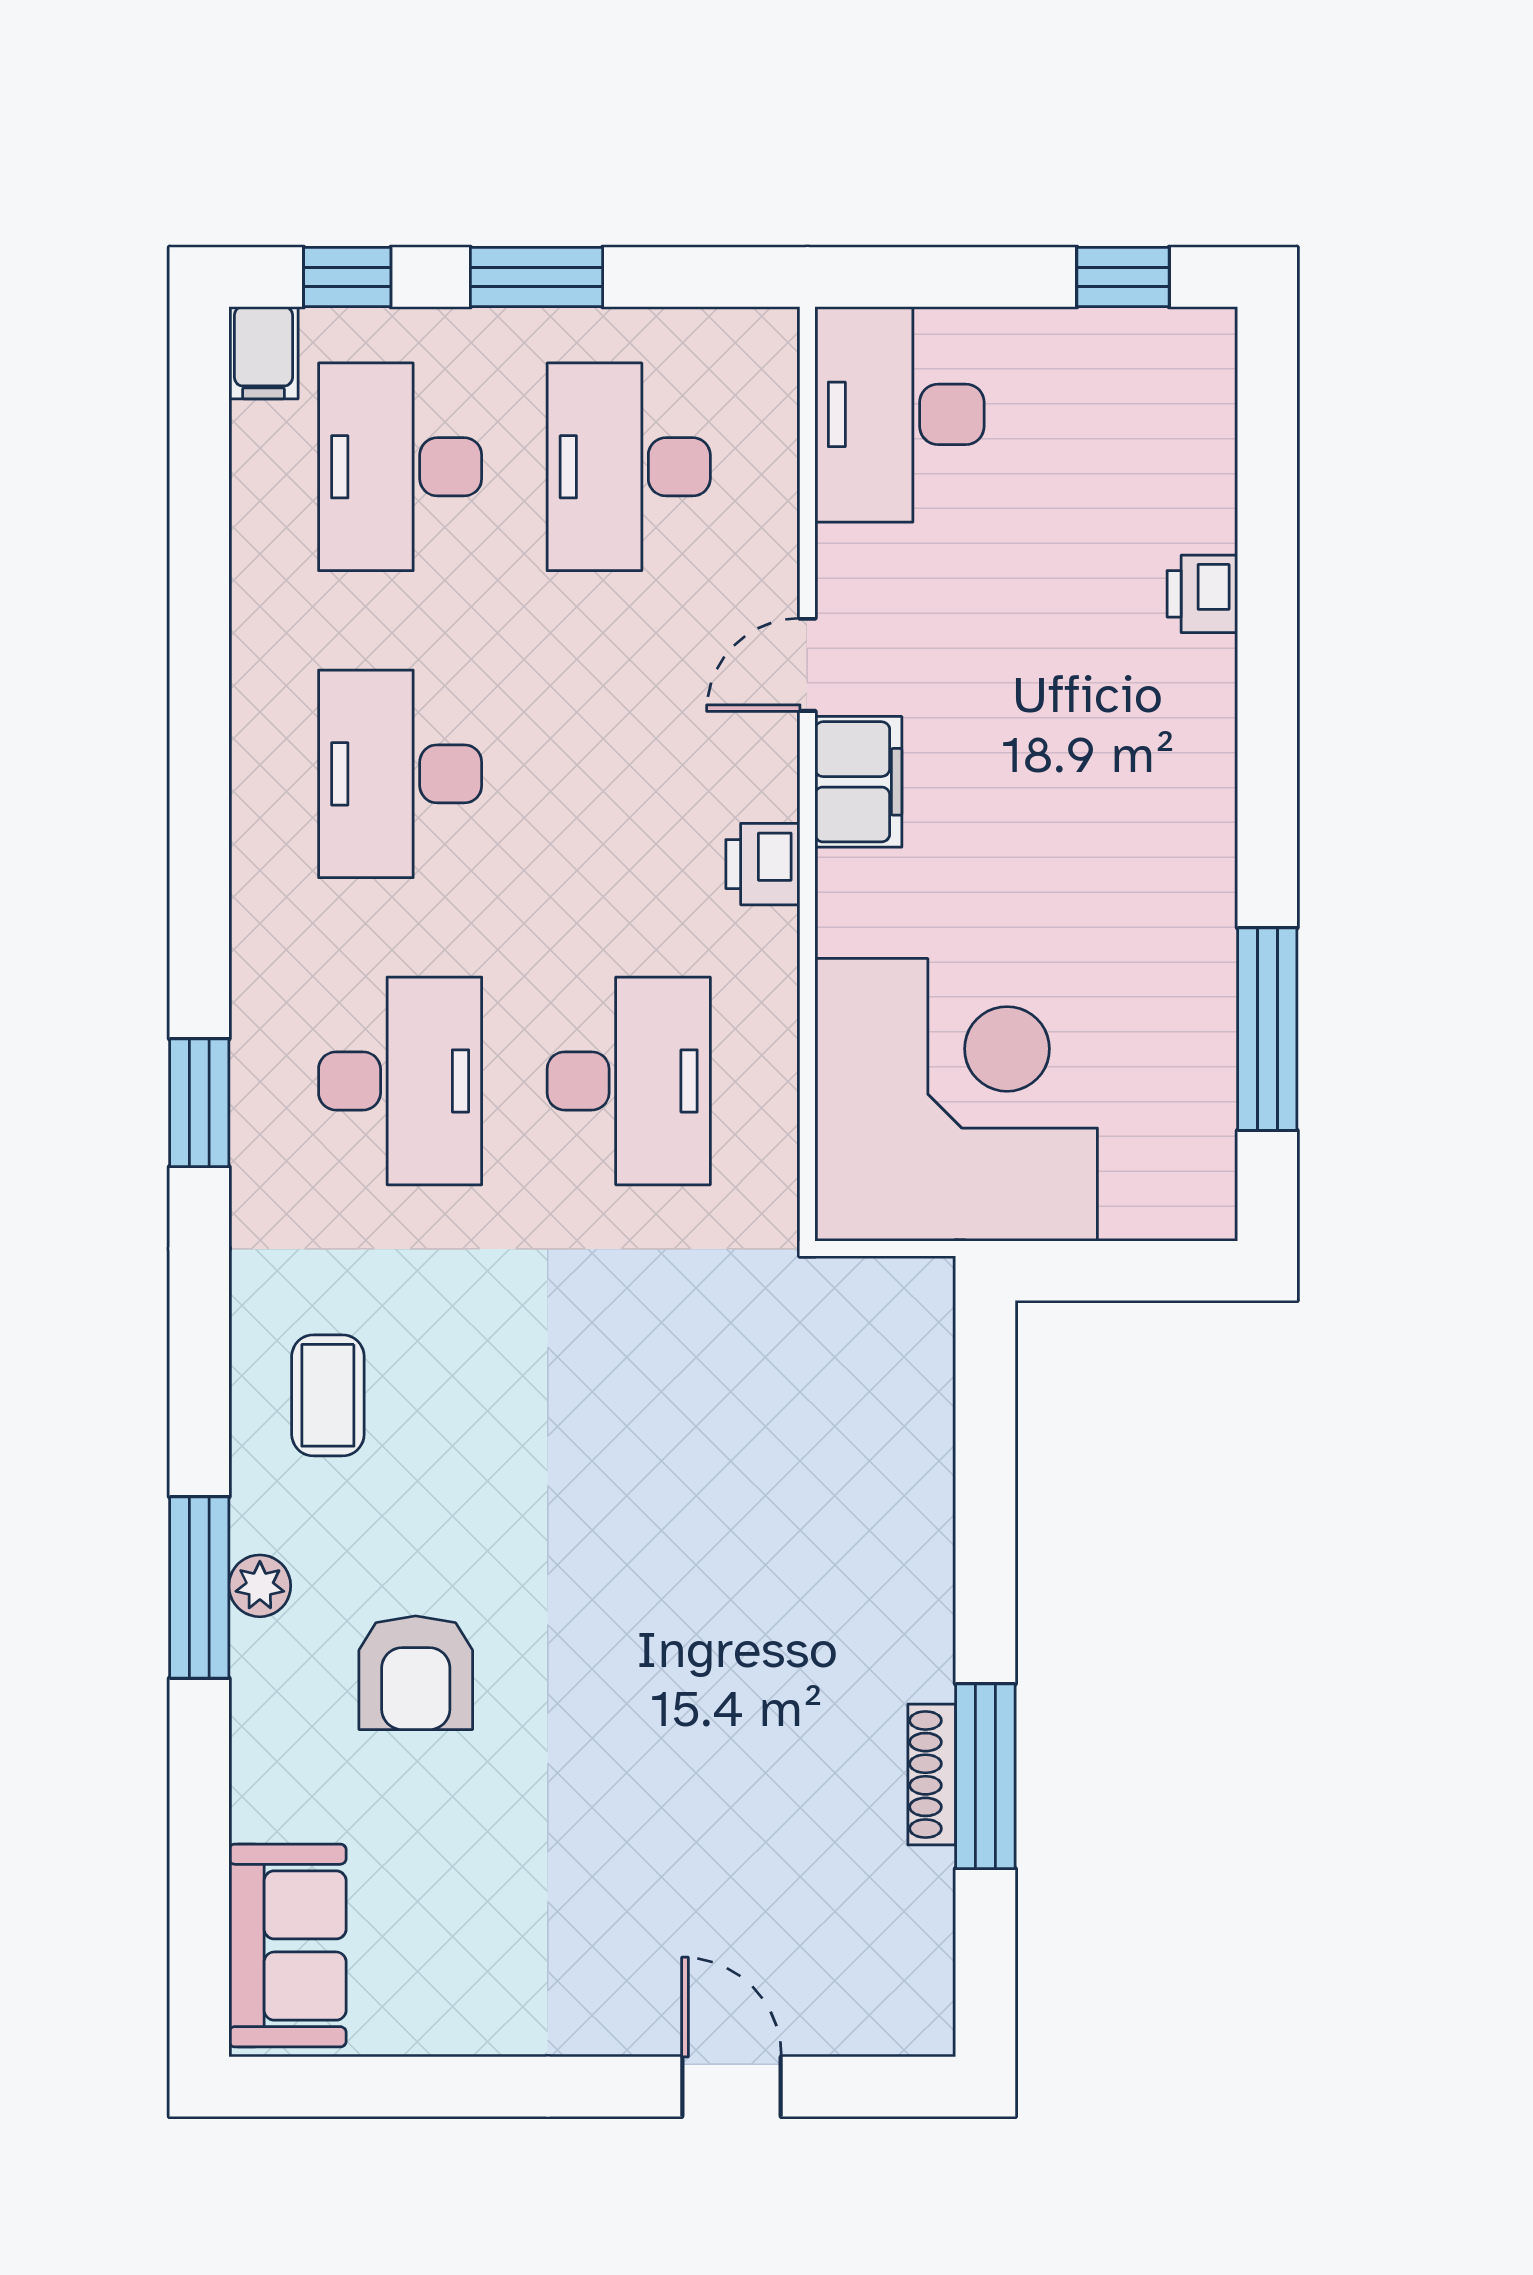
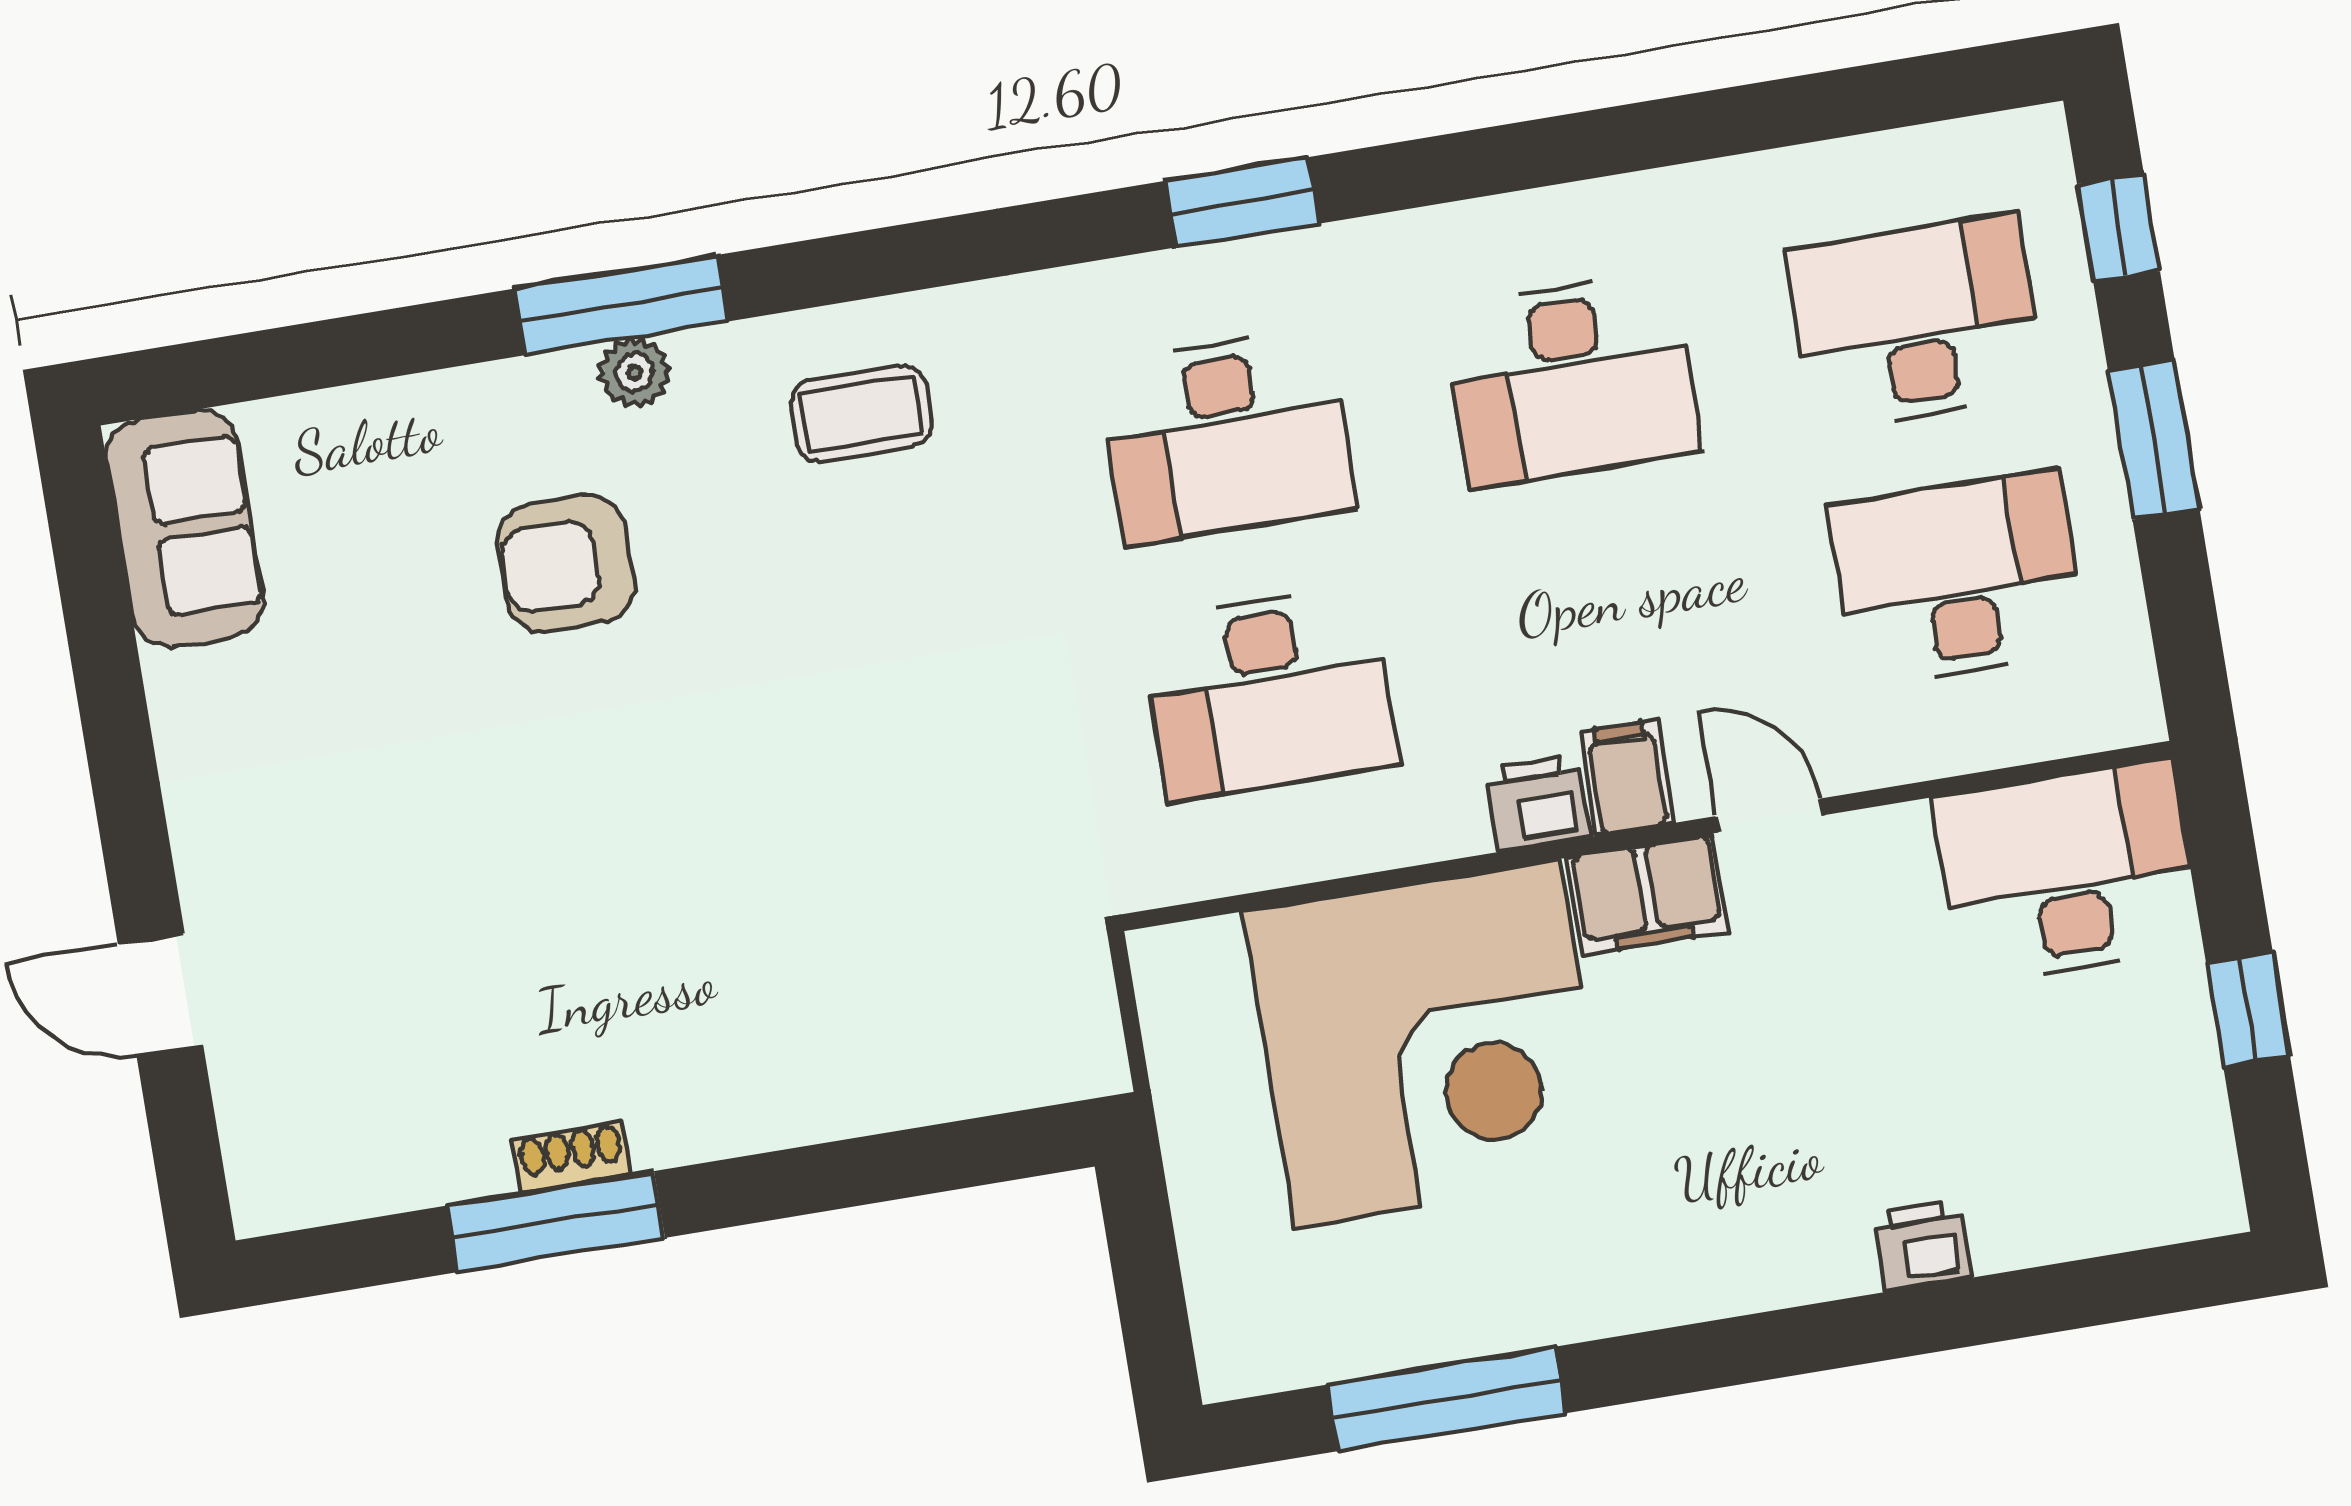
window: (1123, 277) -> (2248, 1009), moved
filing cabinet: (263, 353) -> (1627, 778), moved, turned 90
desk: (400, 774) -> (1571, 379), turned 180
corner desk: (956, 1100) -> (1427, 1044), moved
window: (199, 1103) -> (1242, 202), moved
shoe rack: (932, 1775) -> (571, 1157), width x0.70
sofa: (288, 1945) -> (185, 528), moved, turned -90
door: (732, 2087) -> (161, 995), swing flipped

